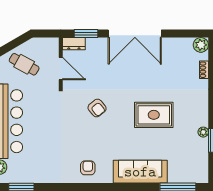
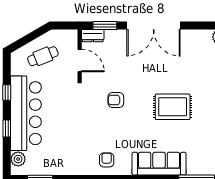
cafe table: (24, 64) -> (43, 56), turned -51
armchair: (97, 108) -> (116, 100), turned 129

